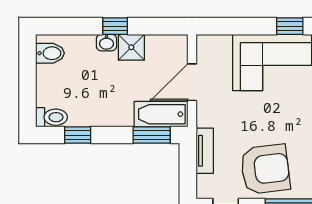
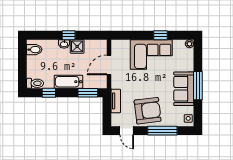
bathtub: (161, 114) -> (68, 82), moved

